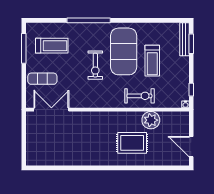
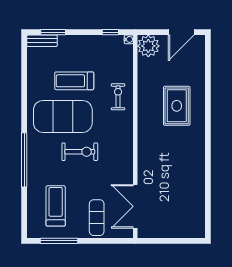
bench: (184, 39) -> (42, 41), width x0.73
treadmill: (152, 61) -> (74, 81), turned 180
exercise bike: (139, 96) -> (118, 97), width x0.73, depth x0.72
plant: (151, 120) -> (148, 46), moved

